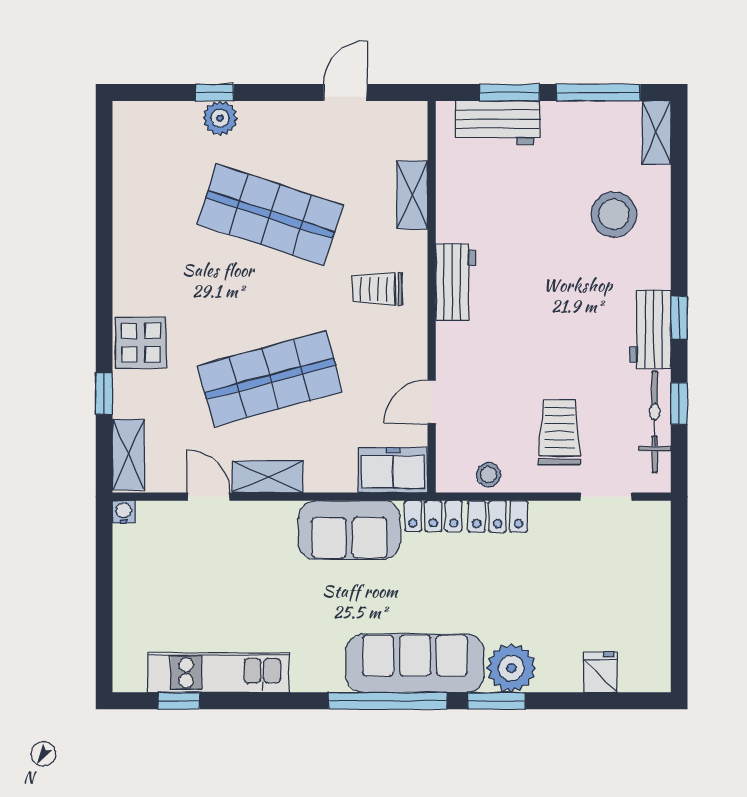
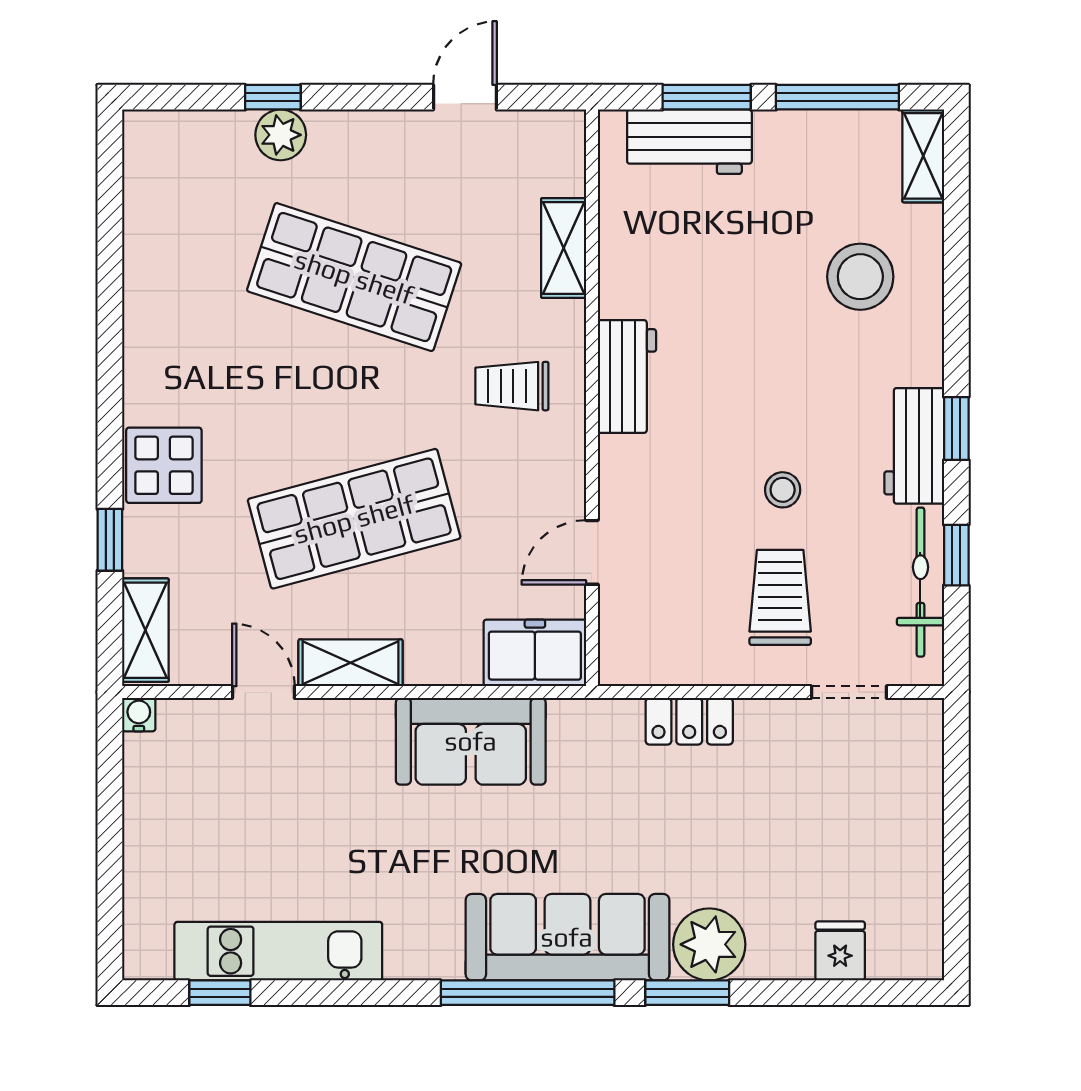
stool: (489, 475) -> (783, 490), moved
locker: (433, 516) -> (594, 721), removed

